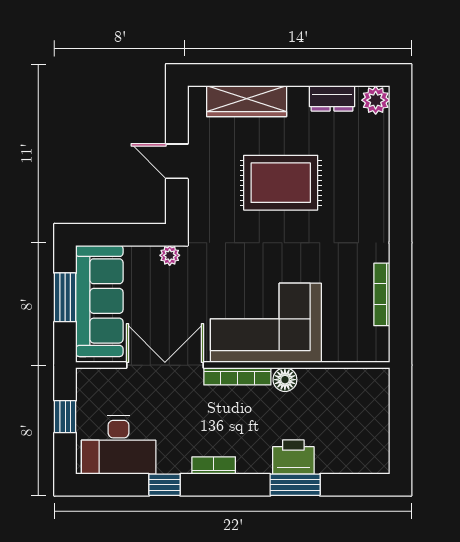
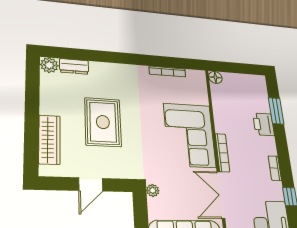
dresser: (332, 98) -> (74, 66), moved, turned 90
floor lamp: (285, 380) -> (215, 77), moved
window: (295, 485) -> (276, 111), moved

